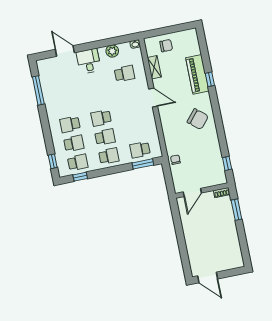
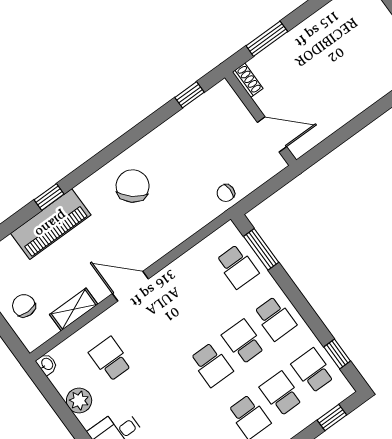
door: (153, 98) -> (130, 286), hinge flipped
school desk: (109, 156) -> (275, 319), turned 180

